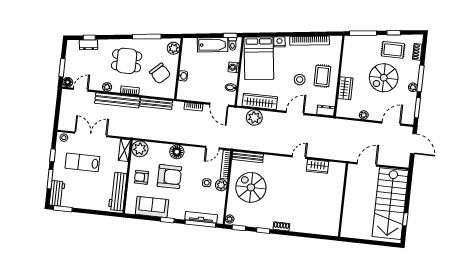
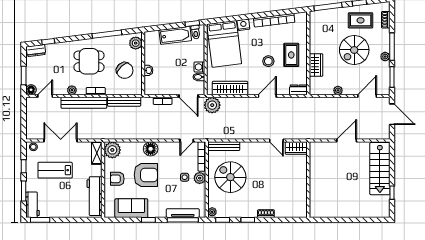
dresser: (89, 45) -> (36, 51), moved
washing machine: (234, 67) -> (199, 67), moved
plant: (254, 118) -> (212, 105), moved
door: (299, 157) -> (276, 141), swing flipped
wall: (343, 200) -> (308, 180), moved
stairs: (390, 204) -> (380, 169), width x0.73, depth x0.66

